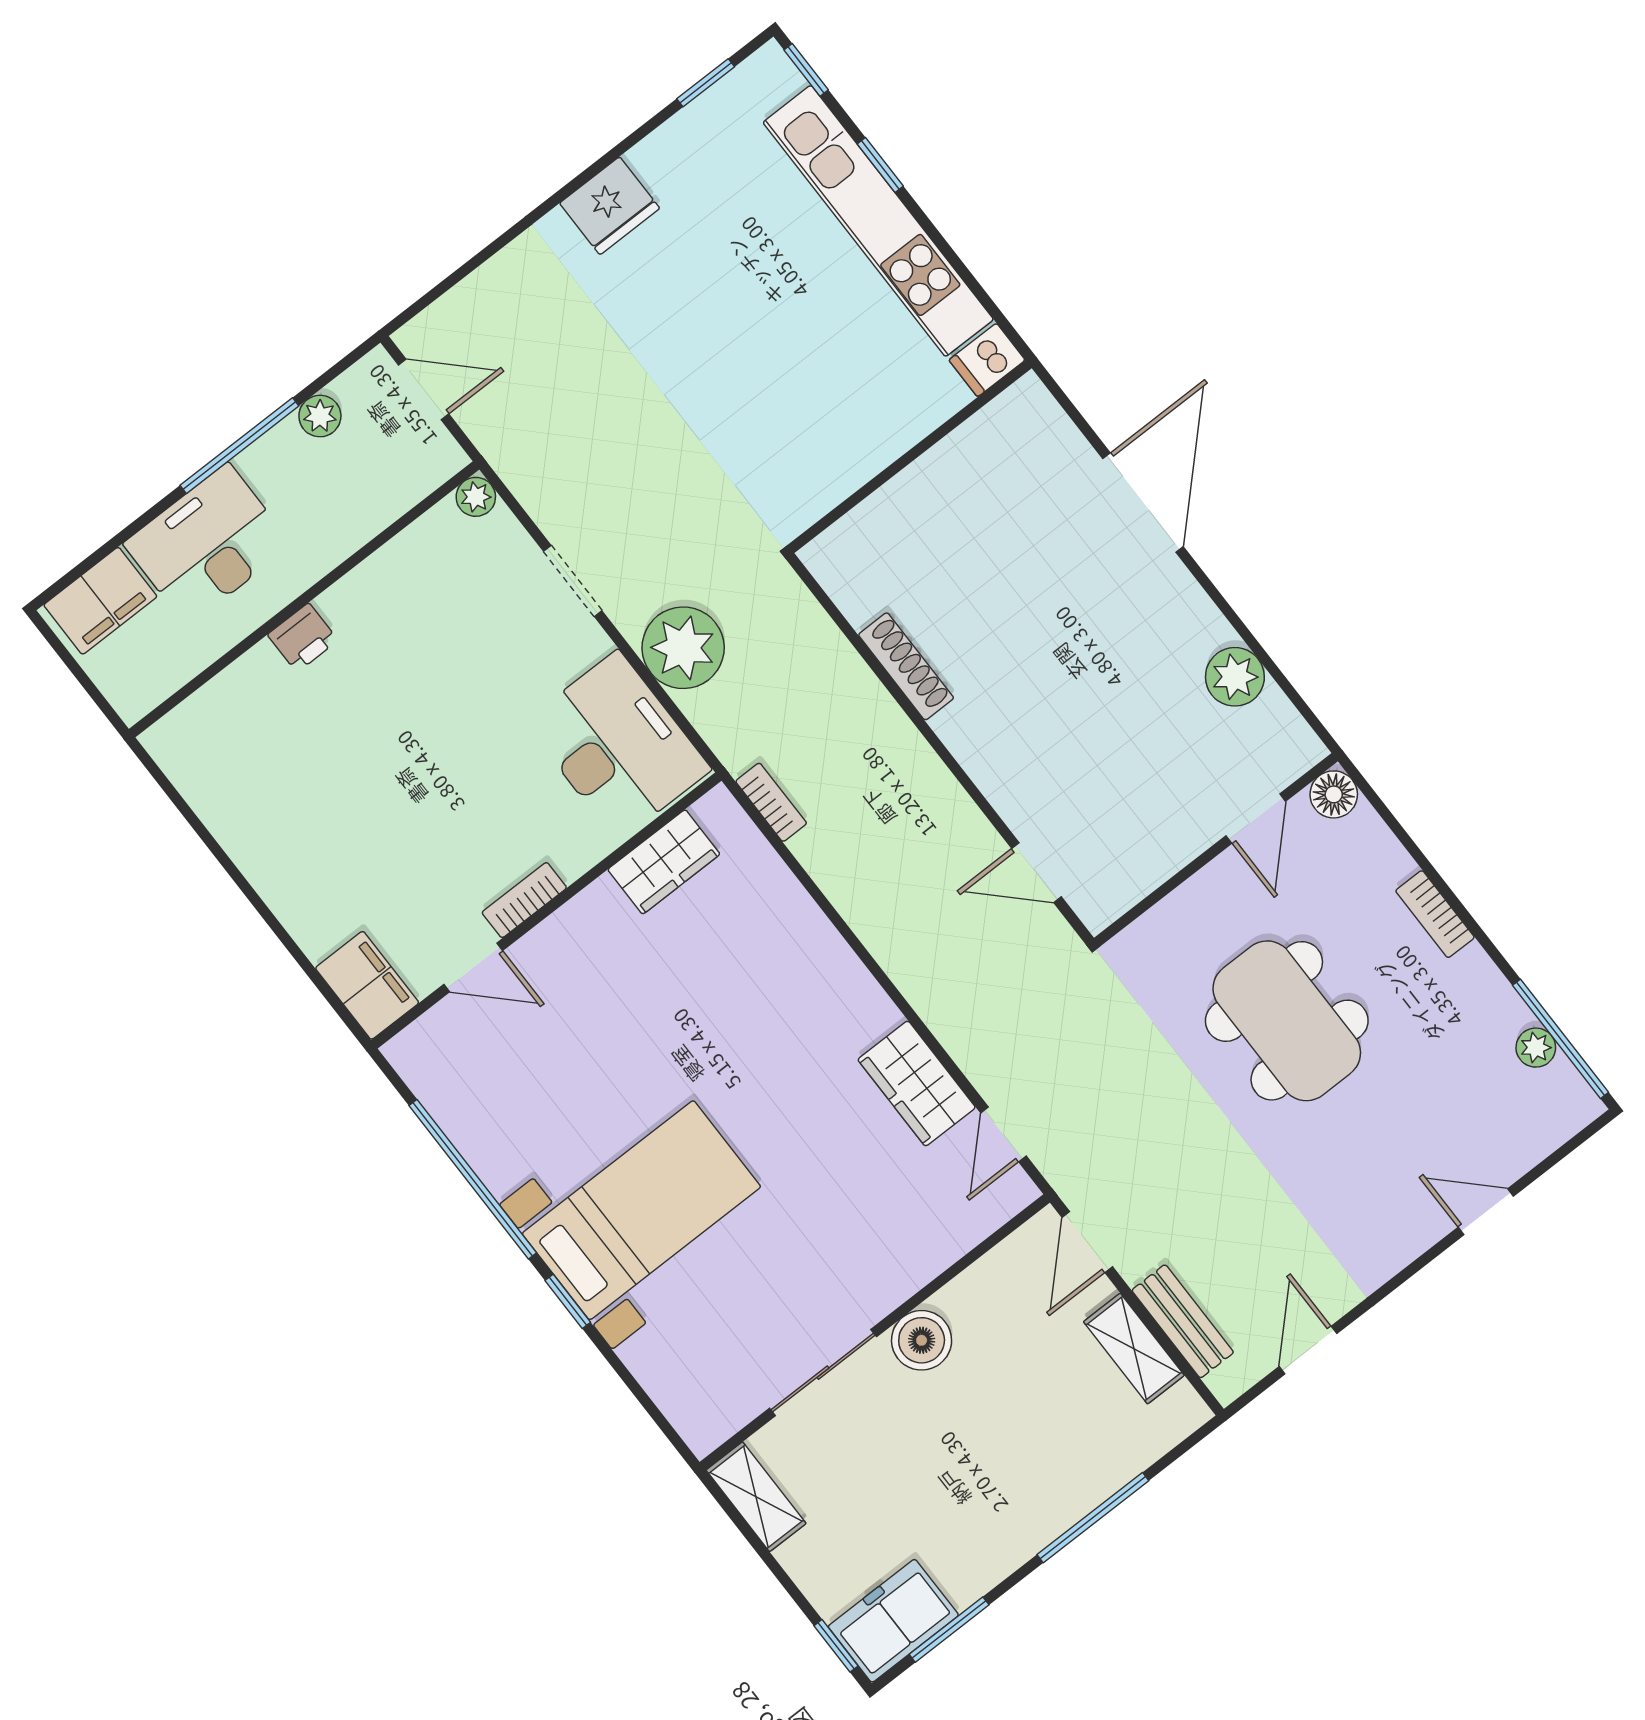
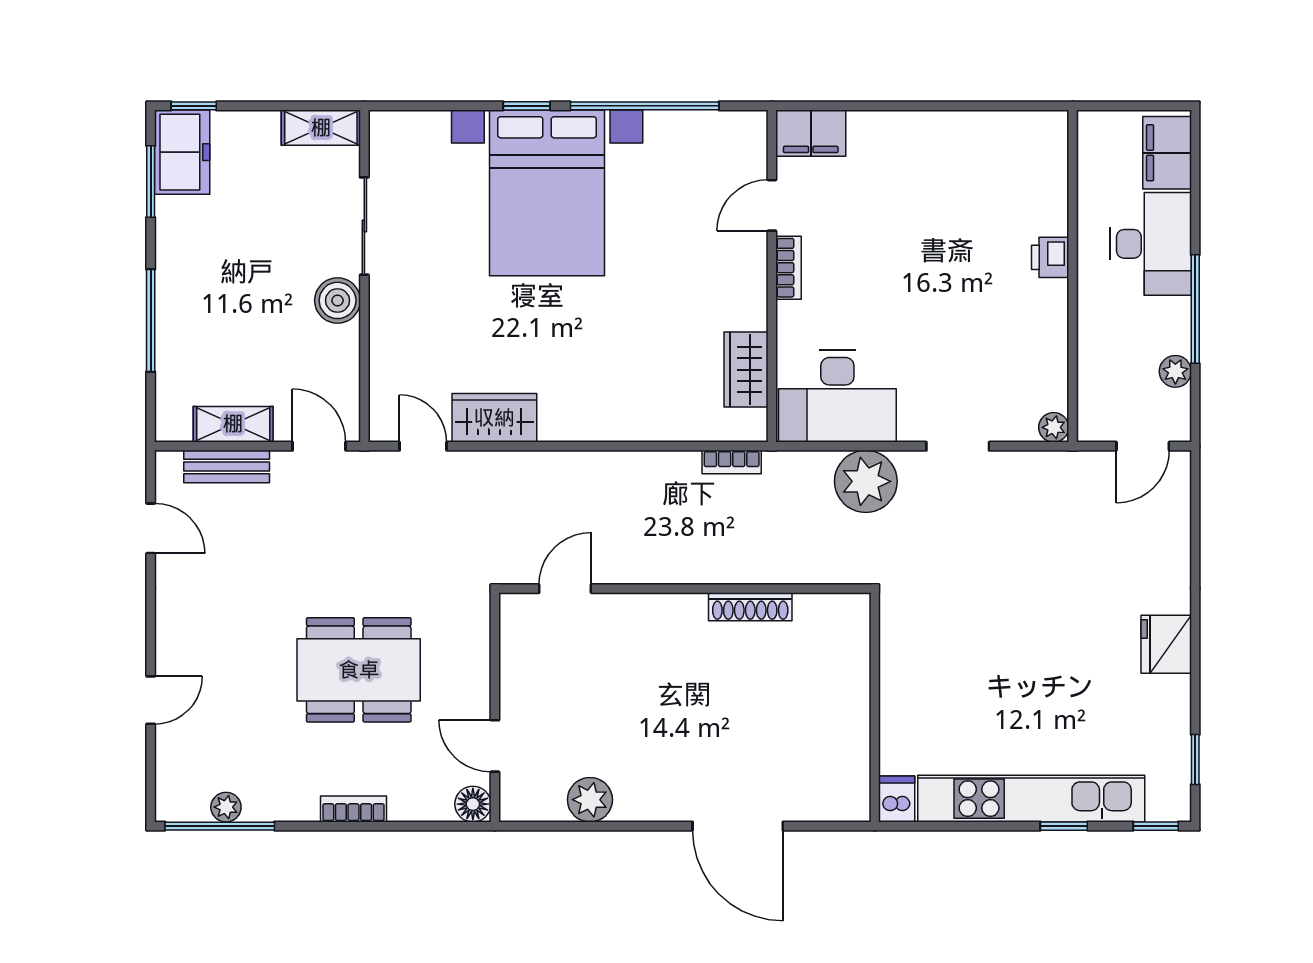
bed with nightstands: (641, 1210) -> (547, 193), width x1.36

